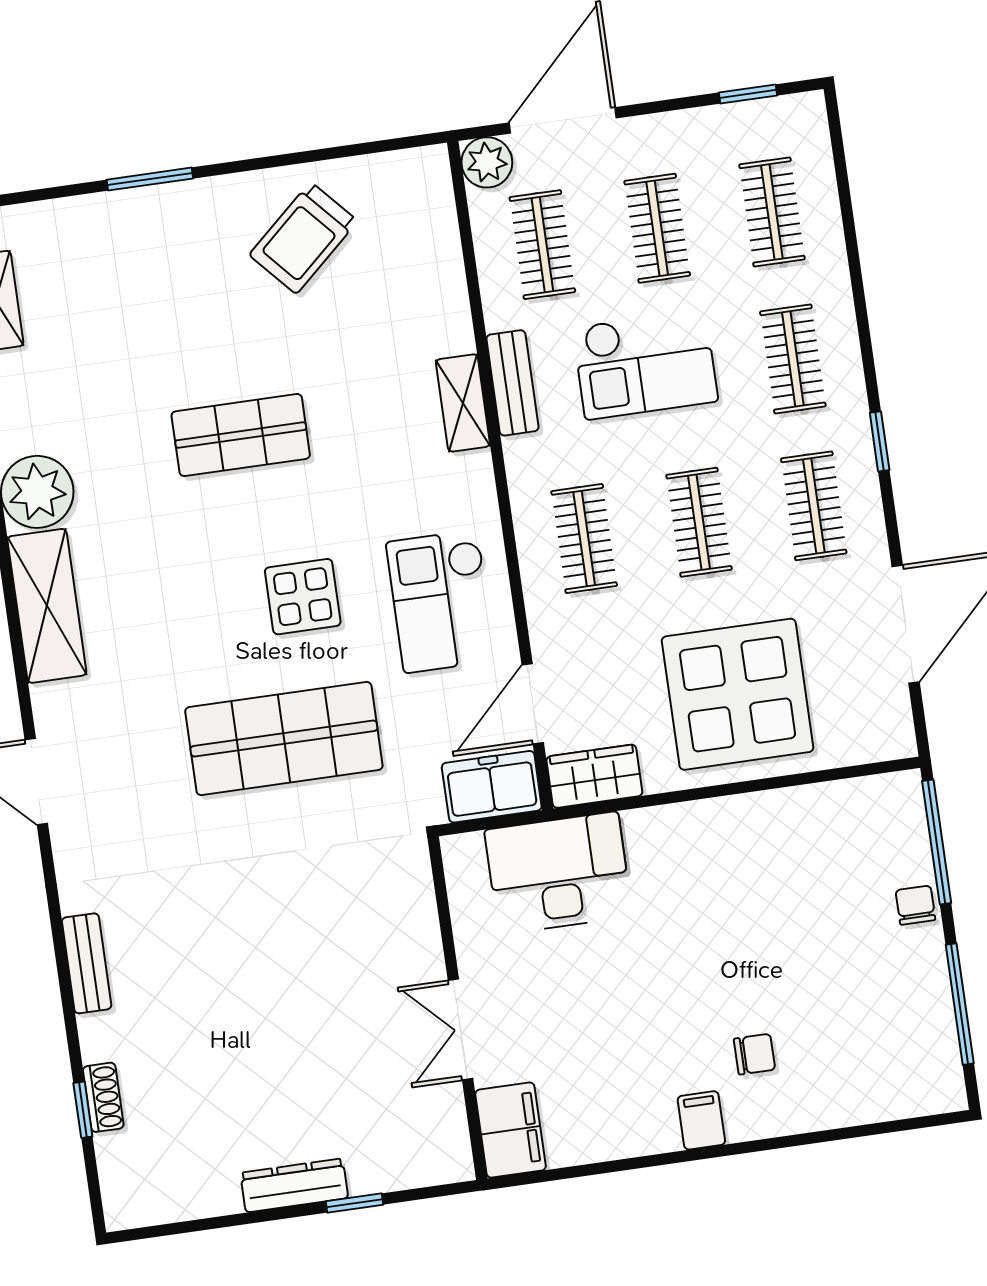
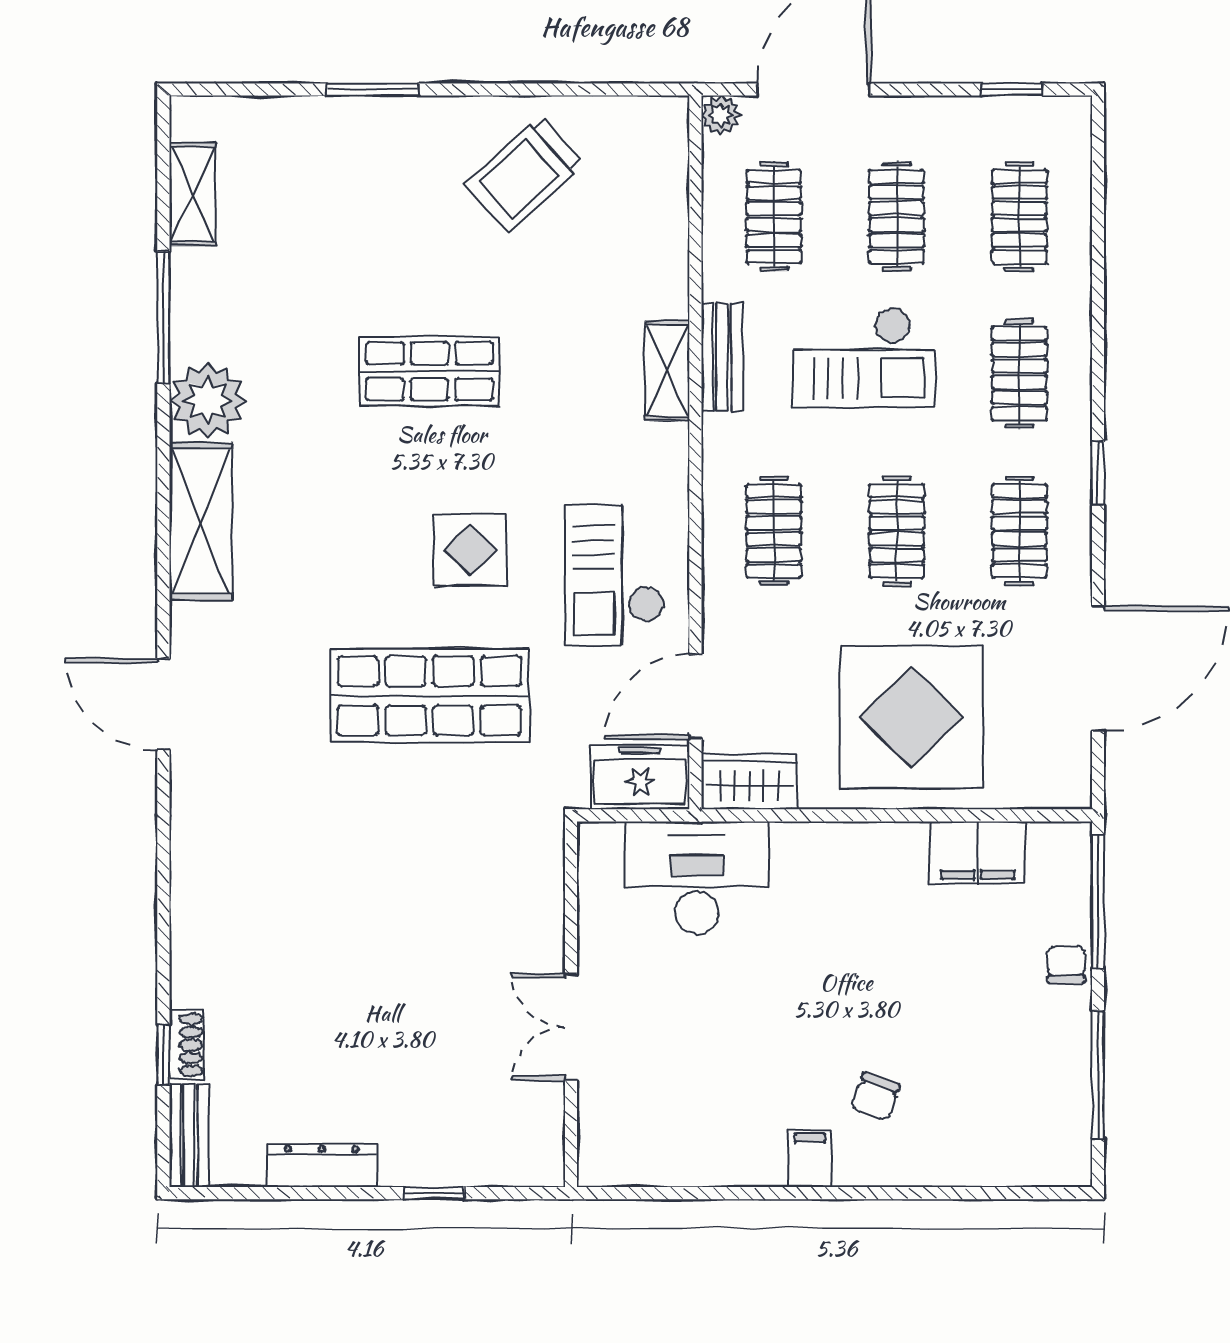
plant: (487, 162) -> (721, 115), width x0.73, depth x0.73
bench: (87, 963) -> (189, 1136), moved
chair: (754, 1054) -> (875, 1097), turned 110
filing cabinet: (511, 1130) -> (978, 853), moved, turned 90
dresser: (294, 1185) -> (322, 1166), moved

